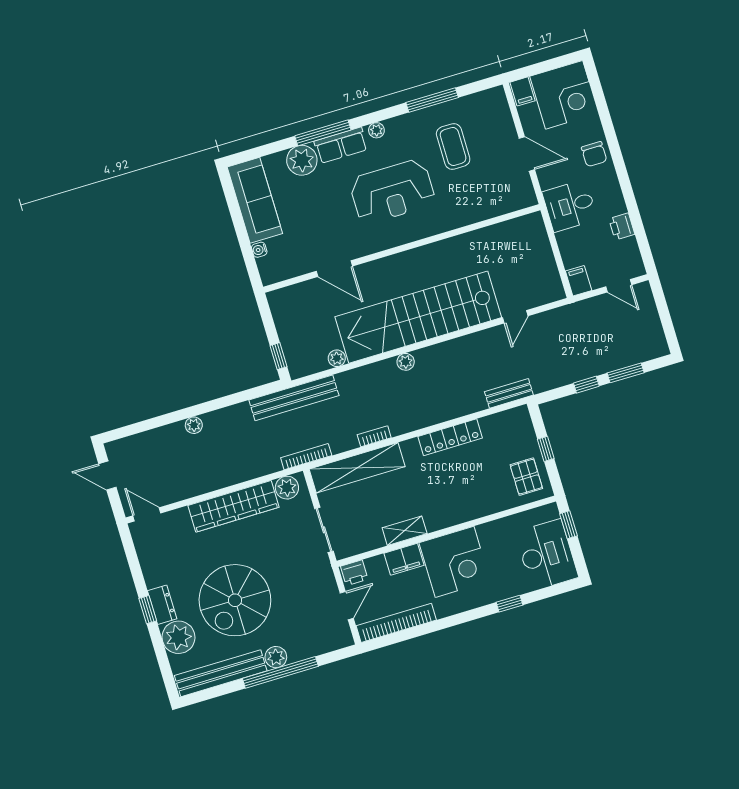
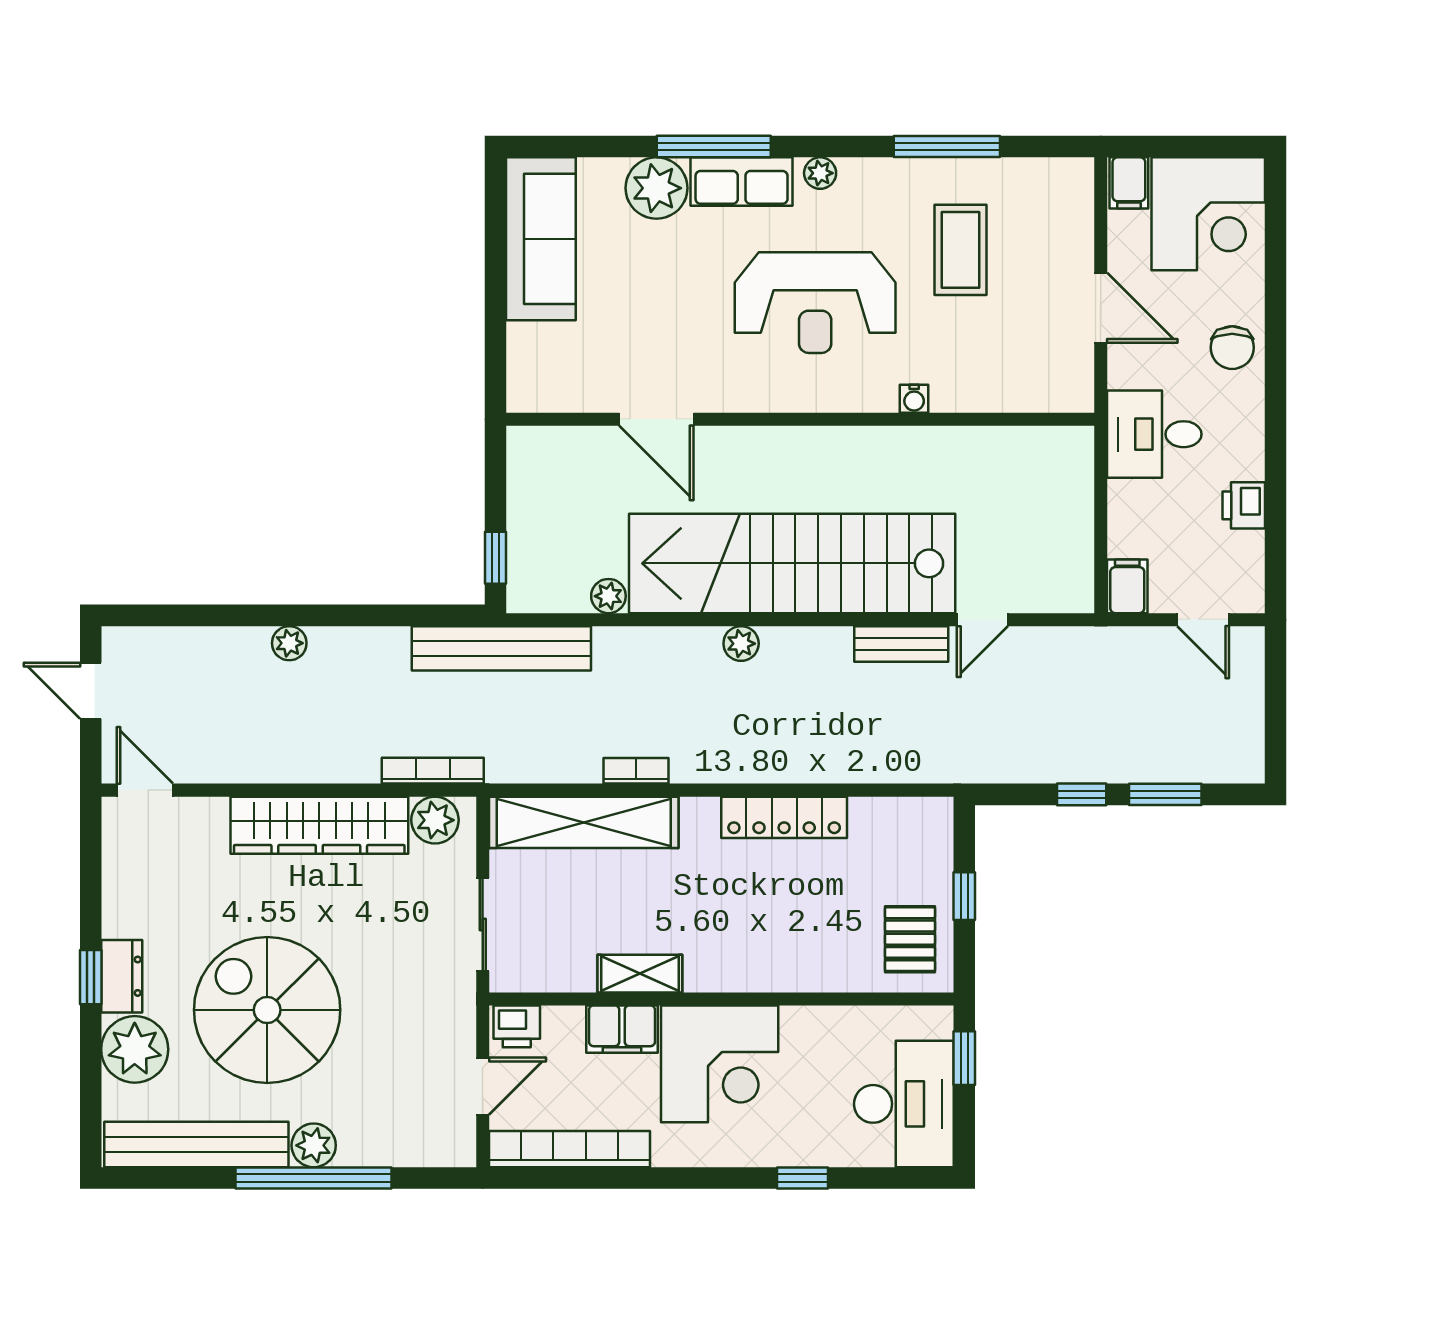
water cooler: (259, 250) -> (914, 399), moved, turned -90
bench: (509, 393) -> (901, 644), moved
bookcase: (306, 457) -> (433, 771), moved
spiral stairs: (235, 600) -> (267, 1010), turned 90

